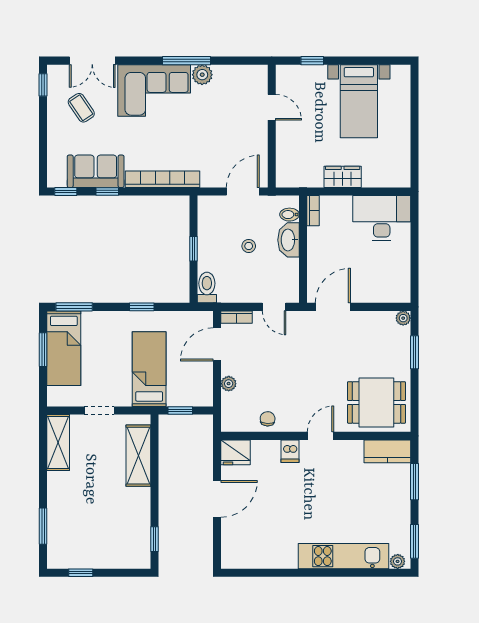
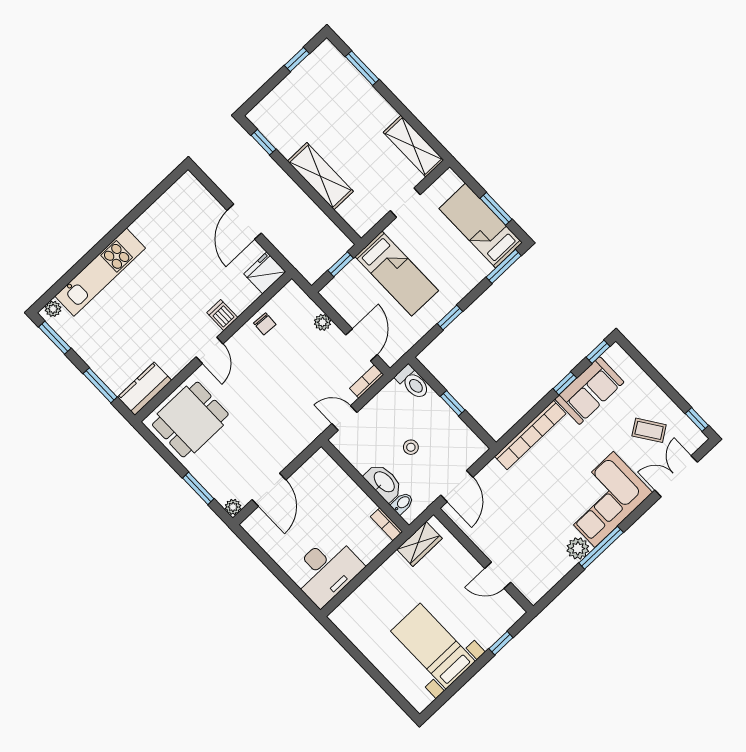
wardrobe: (343, 177) -> (419, 544), moved
door: (333, 307) -> (269, 490), moved
shelving: (138, 456) -> (320, 176), moved

